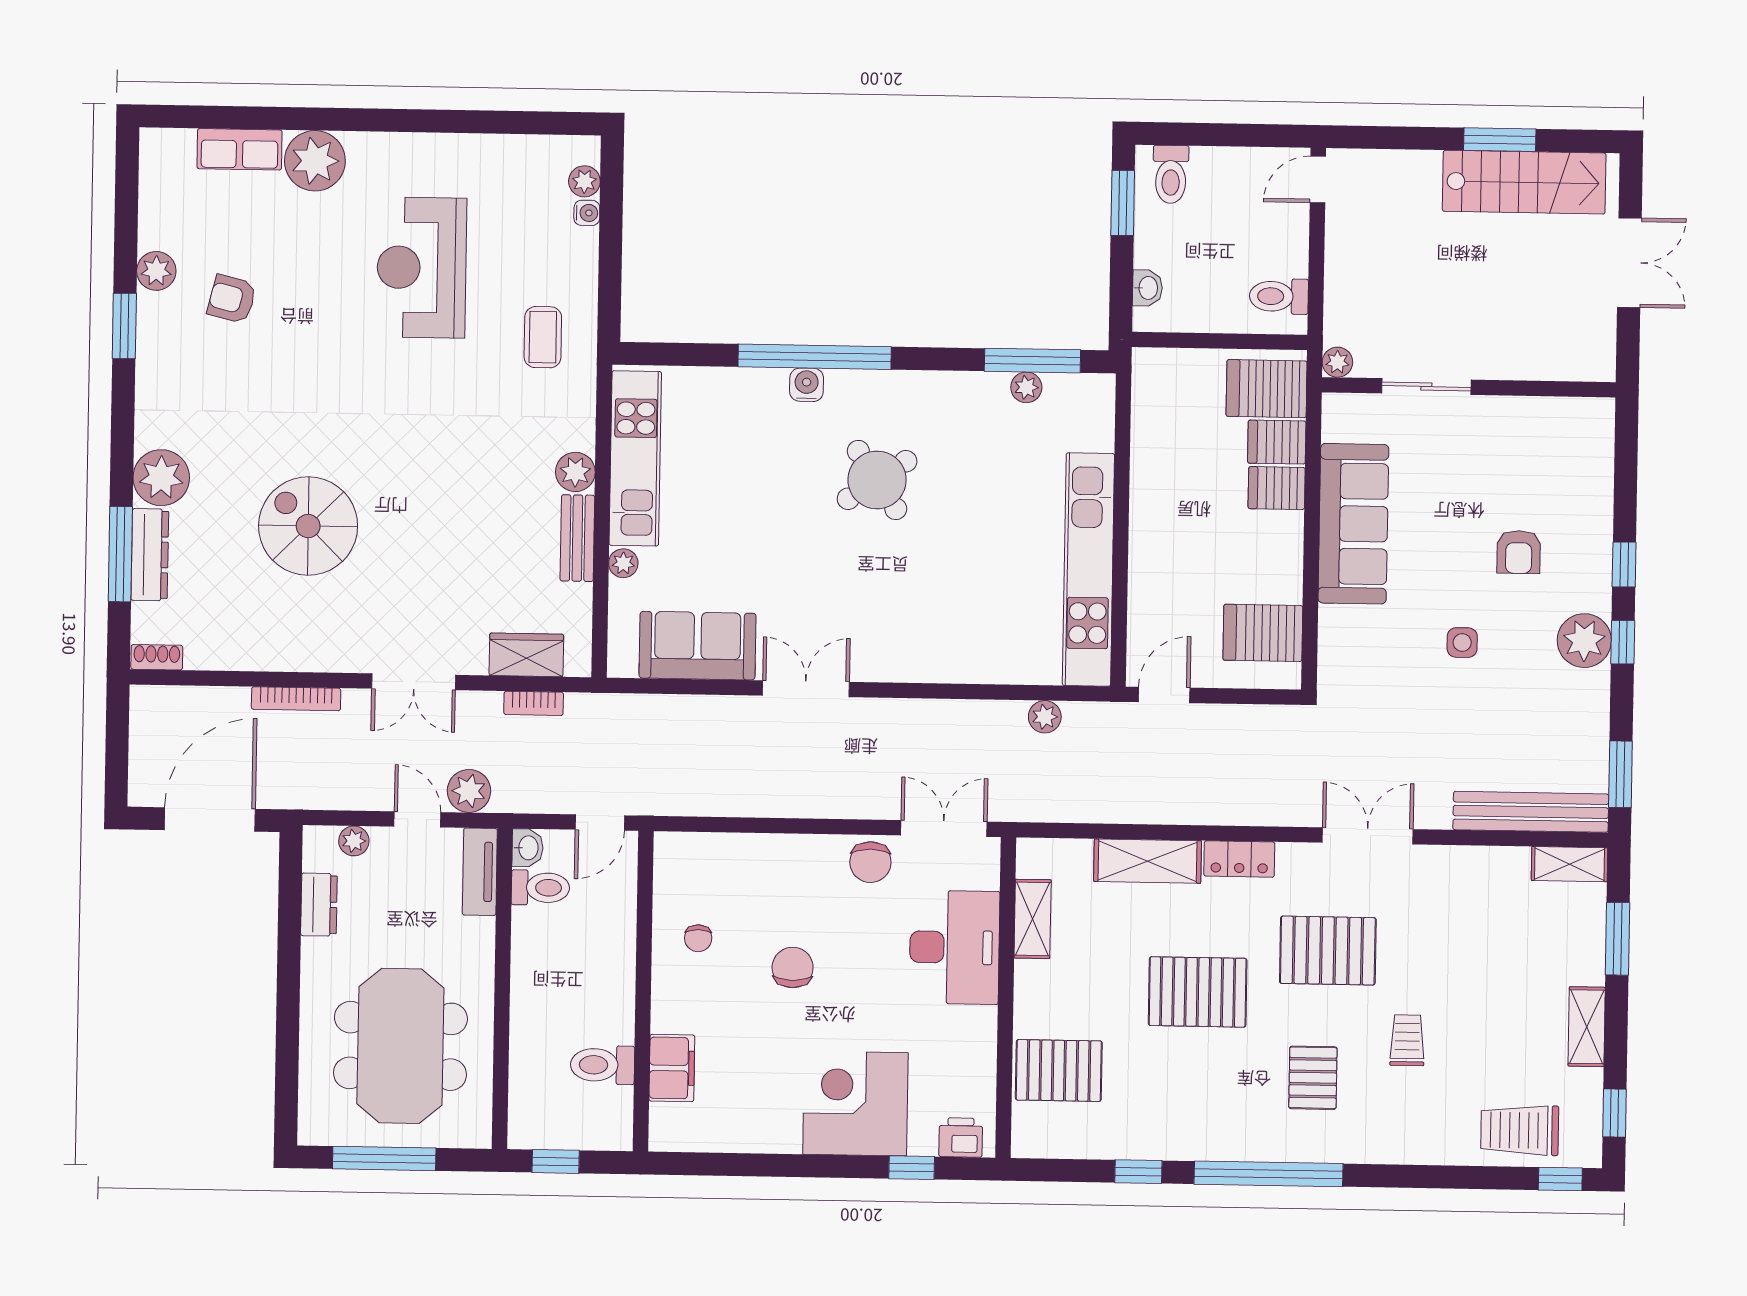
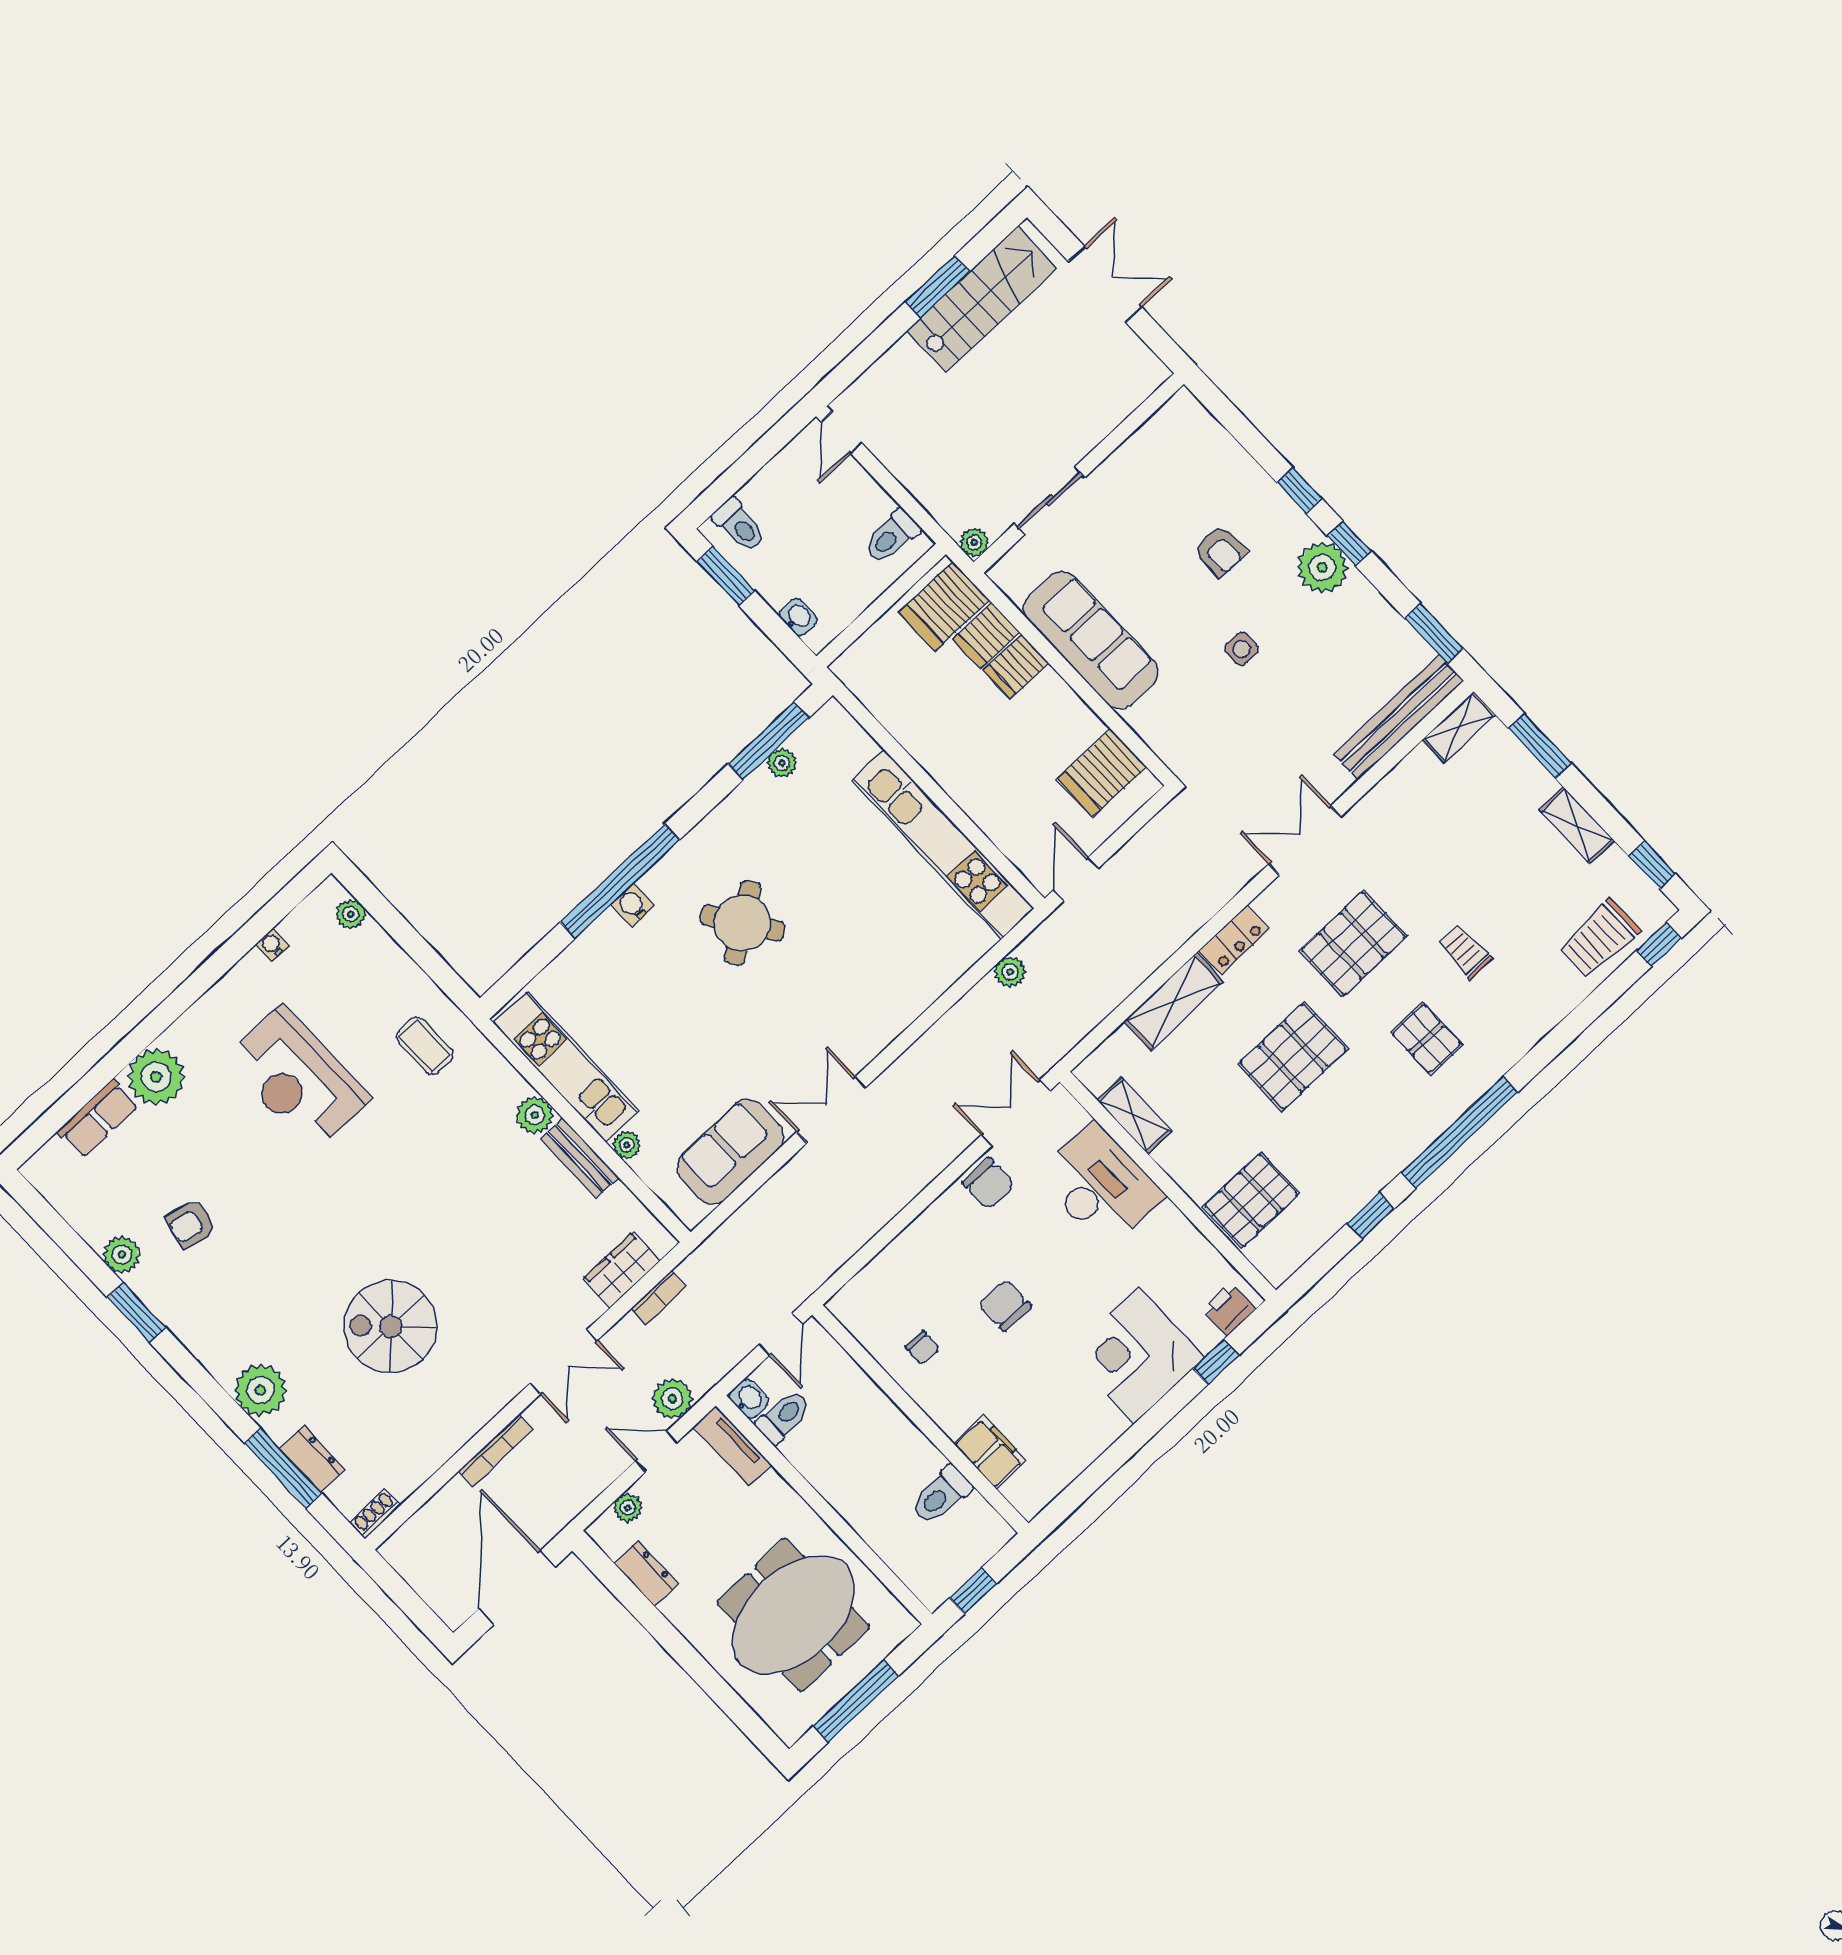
water cooler: (587, 213) -> (272, 945), moved, turned -90
dresser: (150, 555) -> (312, 1459), width x0.70
meeting table: (400, 1046) -> (793, 1615), turned 90

